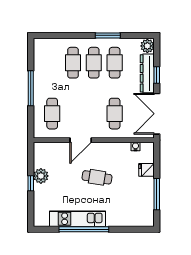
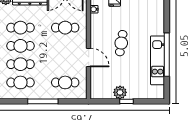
cafe table: (52, 63) -> (20, 82), added

